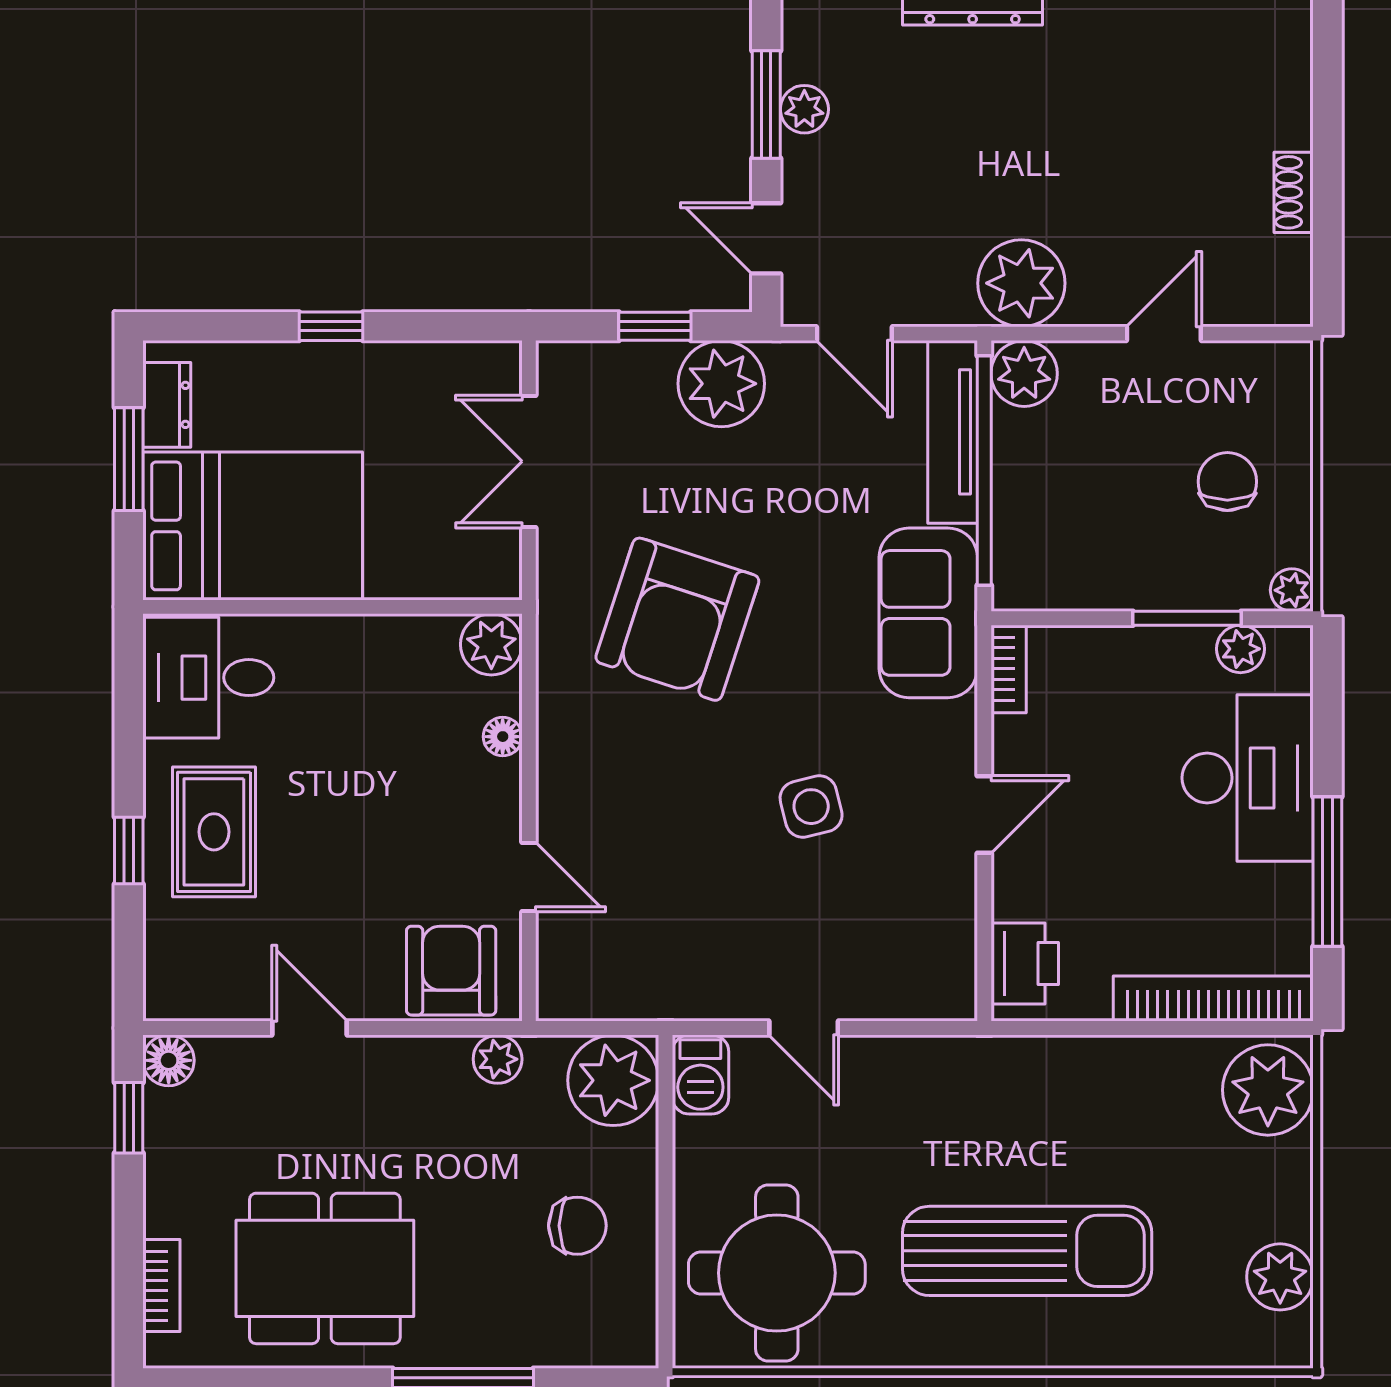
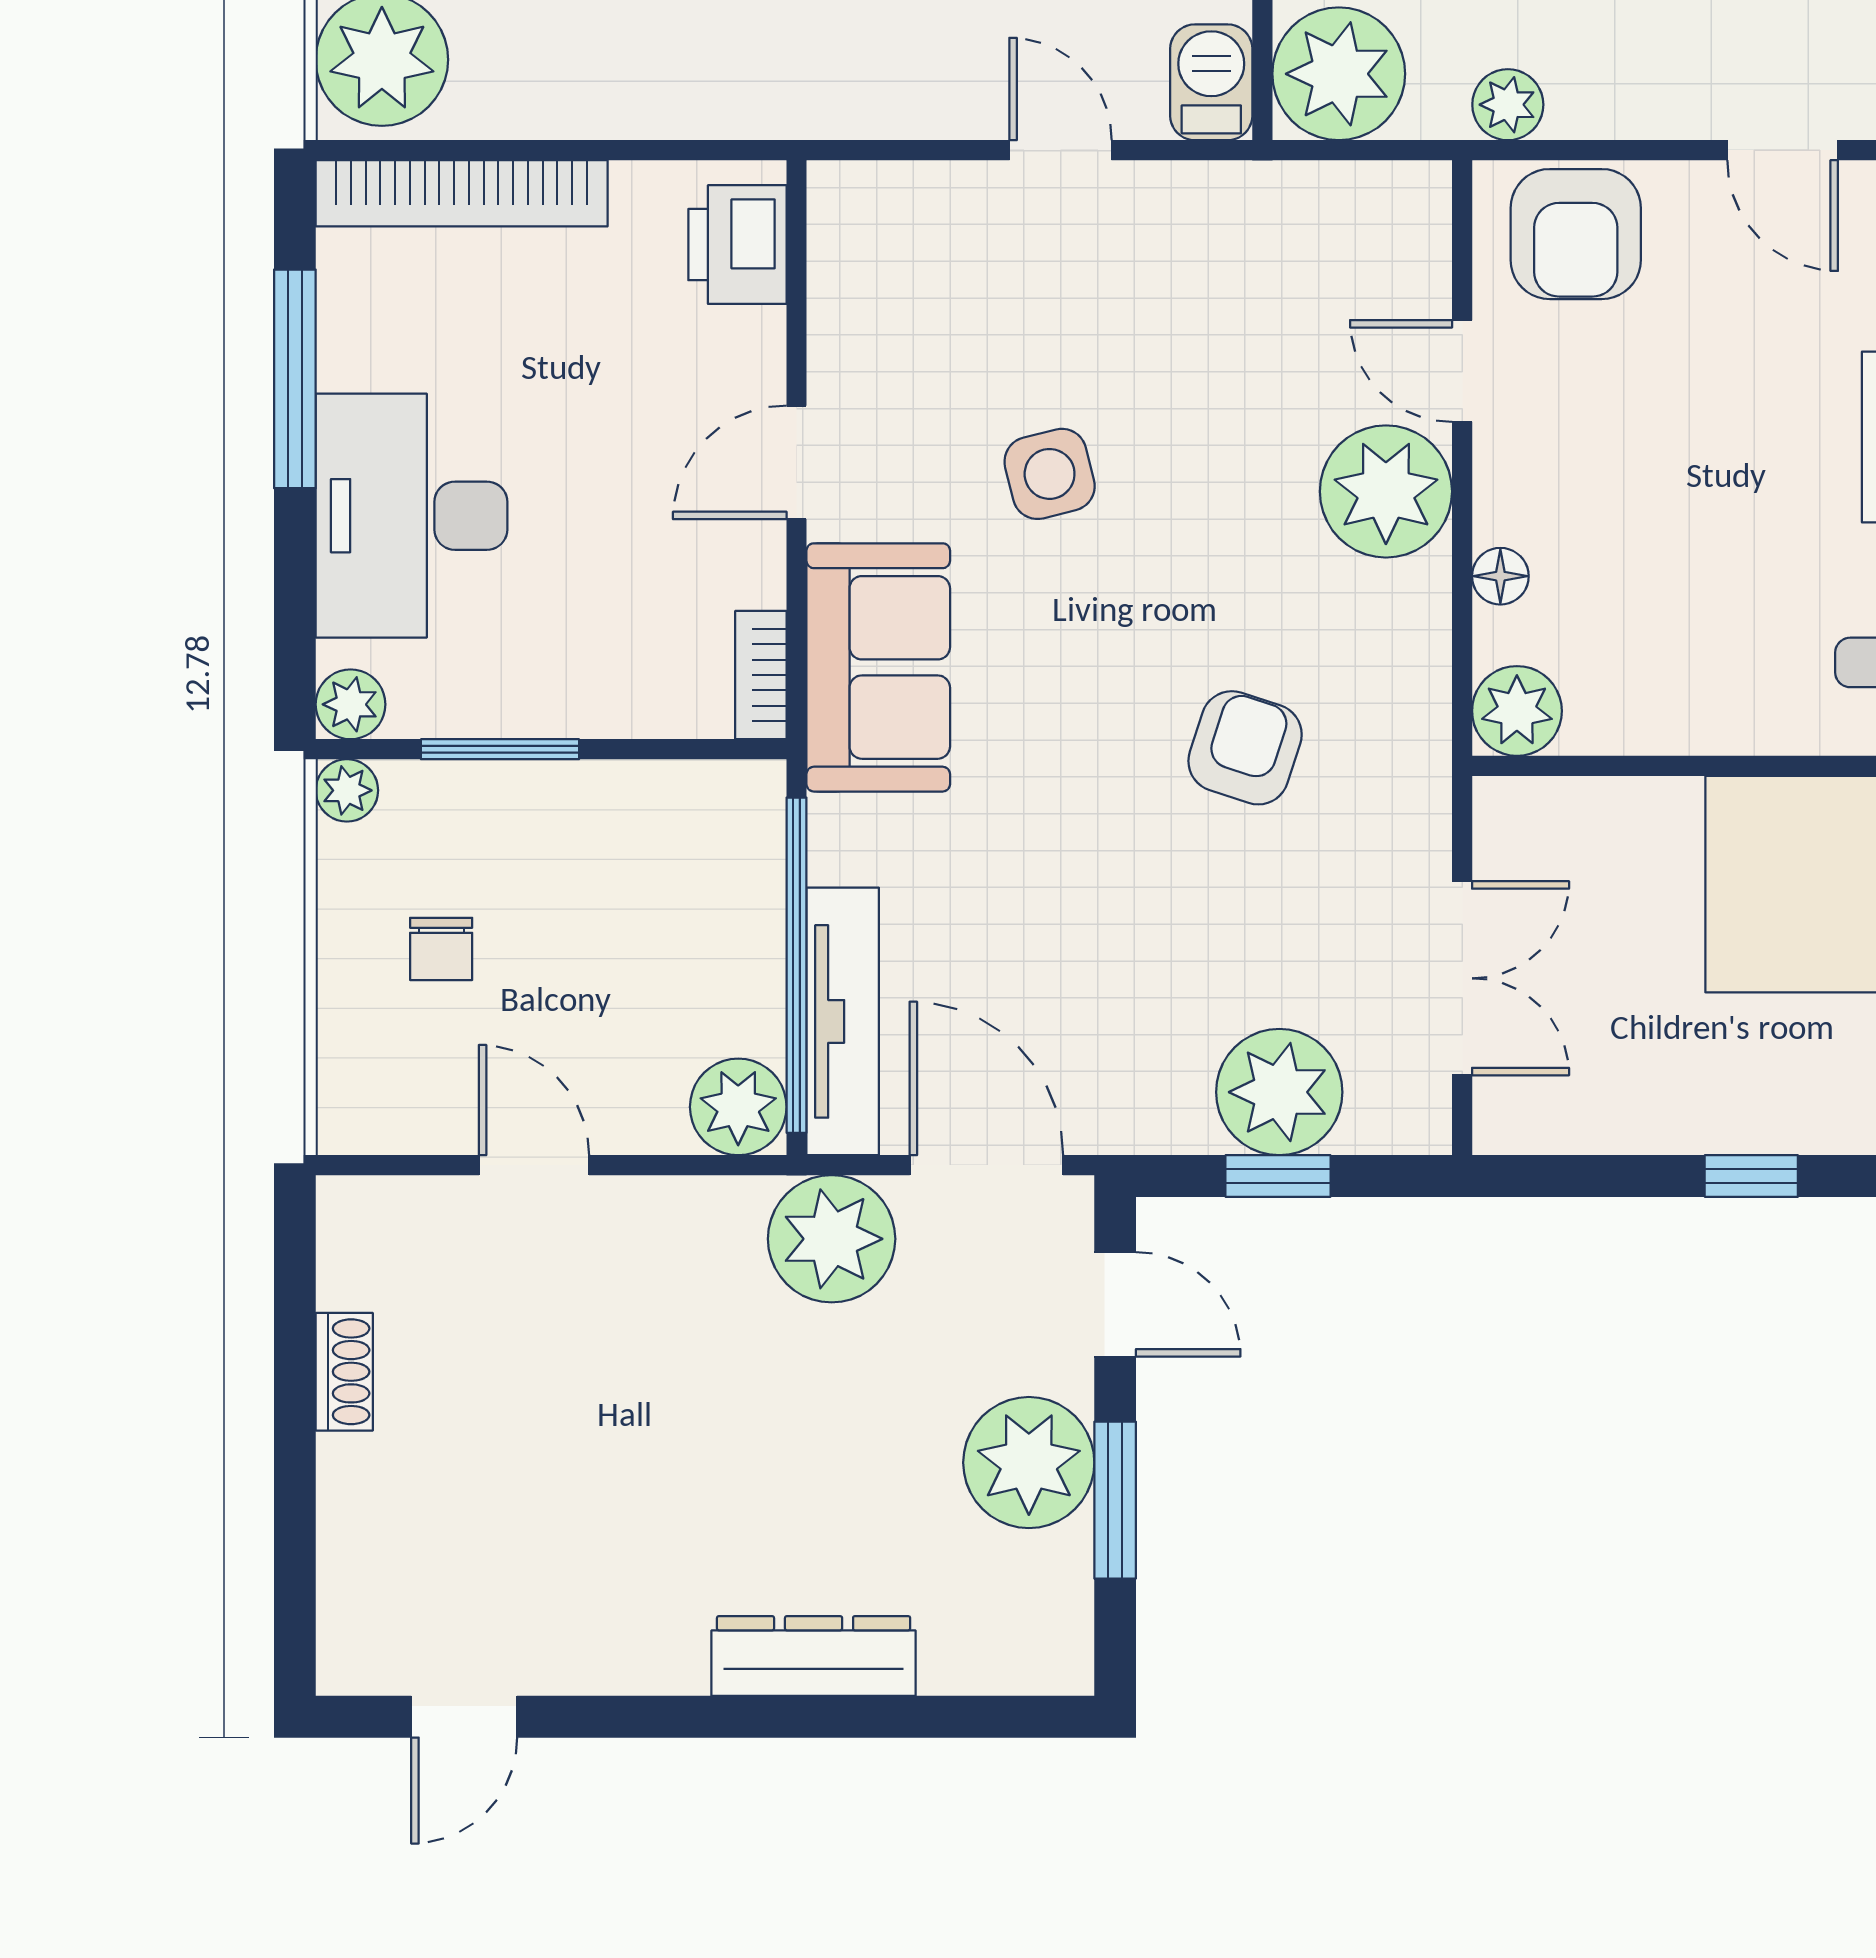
plant: (804, 109) -> (1029, 1463), width x1.88, depth x1.88
plant: (1021, 283) -> (832, 1239), moved
door: (854, 334) -> (986, 1165), width x1.38
door: (1164, 334) -> (534, 1165), swing flipped
plant: (721, 384) -> (1279, 1092), moved
chair: (1227, 482) -> (441, 949), width x0.73, depth x0.73
sofa: (928, 613) -> (878, 667), moved
armchair: (677, 619) -> (1245, 748), width x0.53, depth x0.53
plant: (1240, 649) -> (351, 704), moved
plant: (581, 795) -> (1386, 491), added

